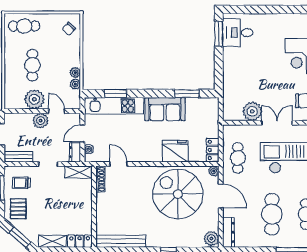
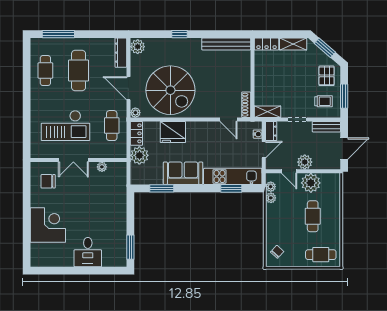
desk: (238, 33) -> (88, 252), moved, turned 90
plant: (75, 73) -> (271, 187), moved
plant: (252, 111) -> (102, 167), width x0.53, depth x0.53
plant: (210, 127) -> (139, 155), added

